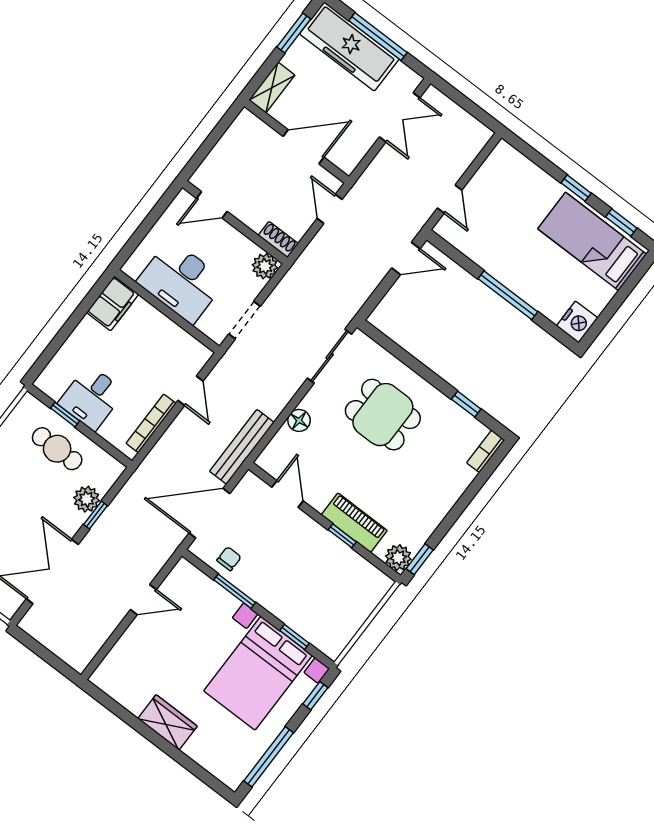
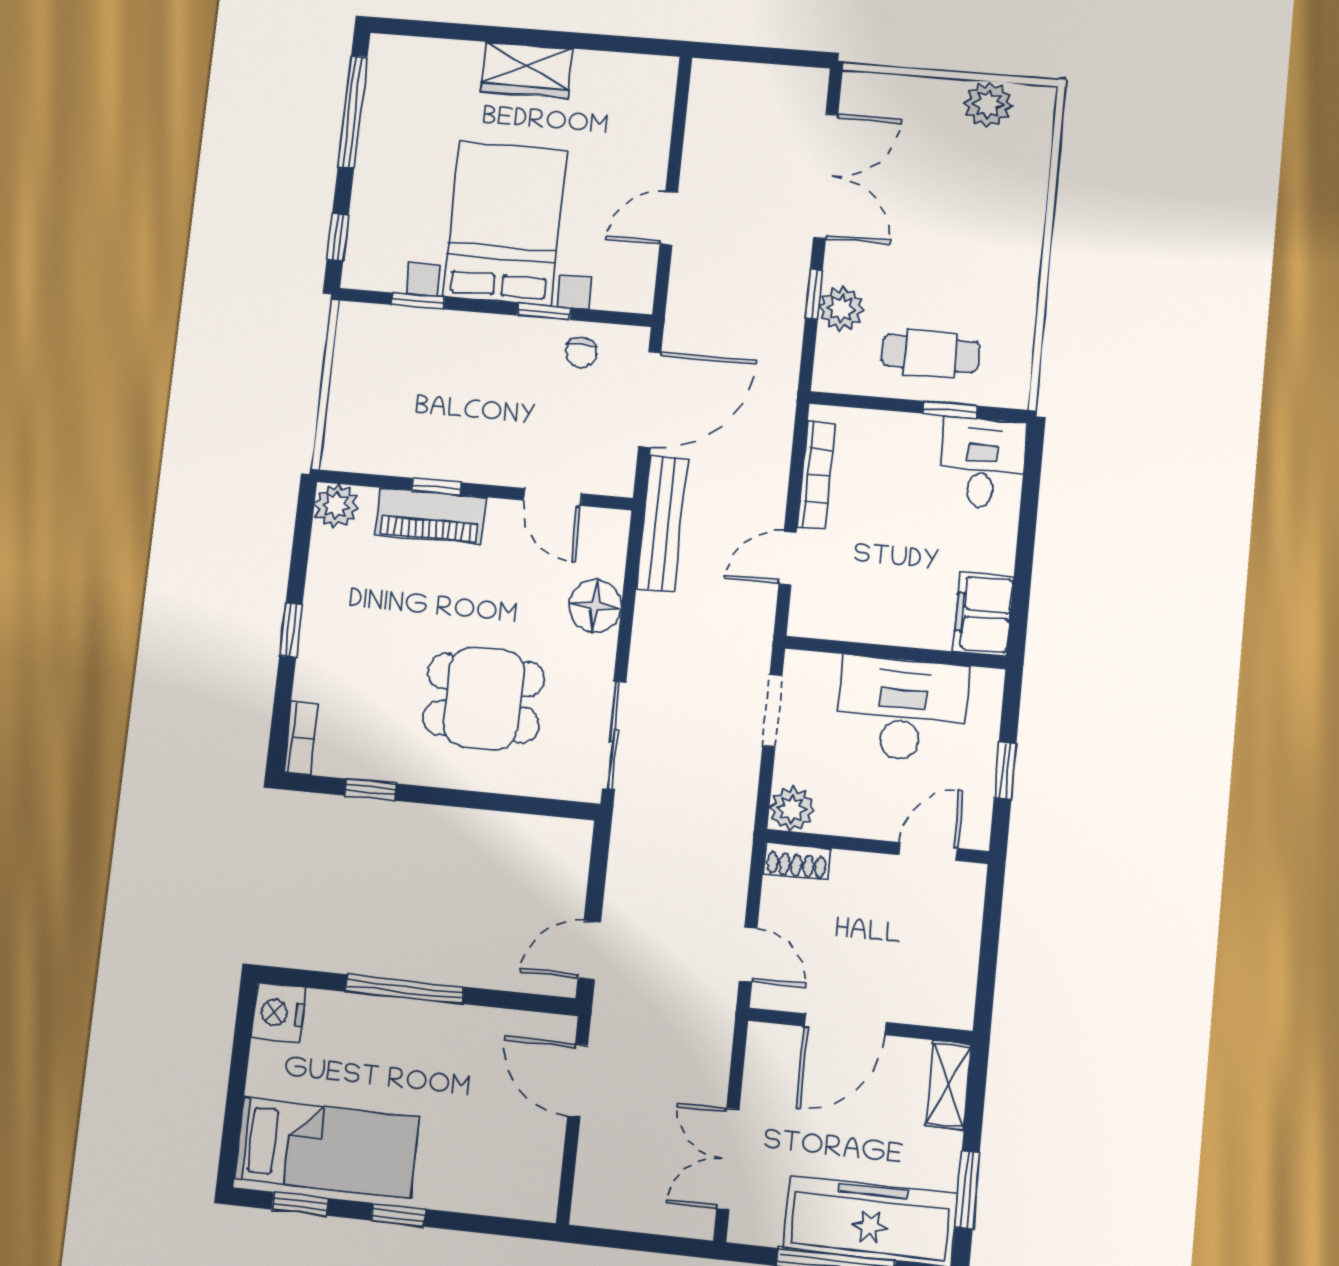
door: (450, 199) -> (578, 1080), width x1.38
window: (150, 221) -> (1005, 770), added
door: (191, 391) -> (788, 558), hinge flipped
desk: (91, 398) -> (982, 463), moved
floor lamp: (299, 420) -> (595, 606), width x1.38, depth x1.38
window: (420, 559) -> (291, 630), moved
window: (235, 591) -> (544, 312), width x0.67
bed with nightstands: (258, 673) -> (505, 223), moved

